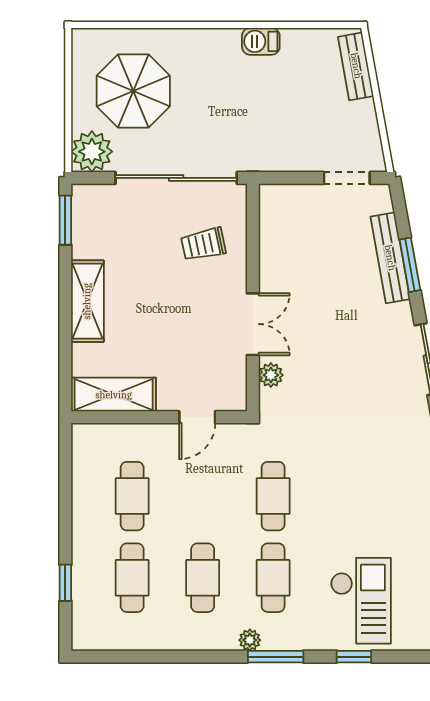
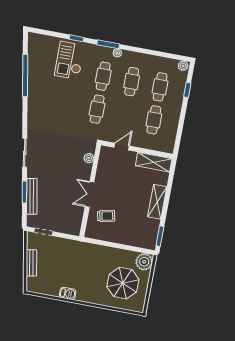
bench: (356, 66) -> (31, 263), moved
sliding door: (176, 178) -> (112, 245), removed
double door: (253, 324) -> (90, 194), moved
plant: (86, 639) -> (183, 66), added

